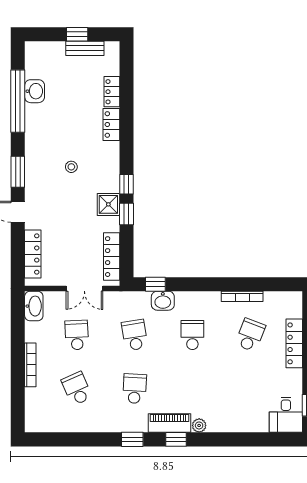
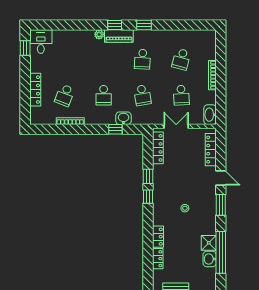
shower: (108, 204) -> (209, 243), moved
window: (155, 284) -> (115, 129), moved
school desk: (77, 389) -> (181, 59), turned 39

